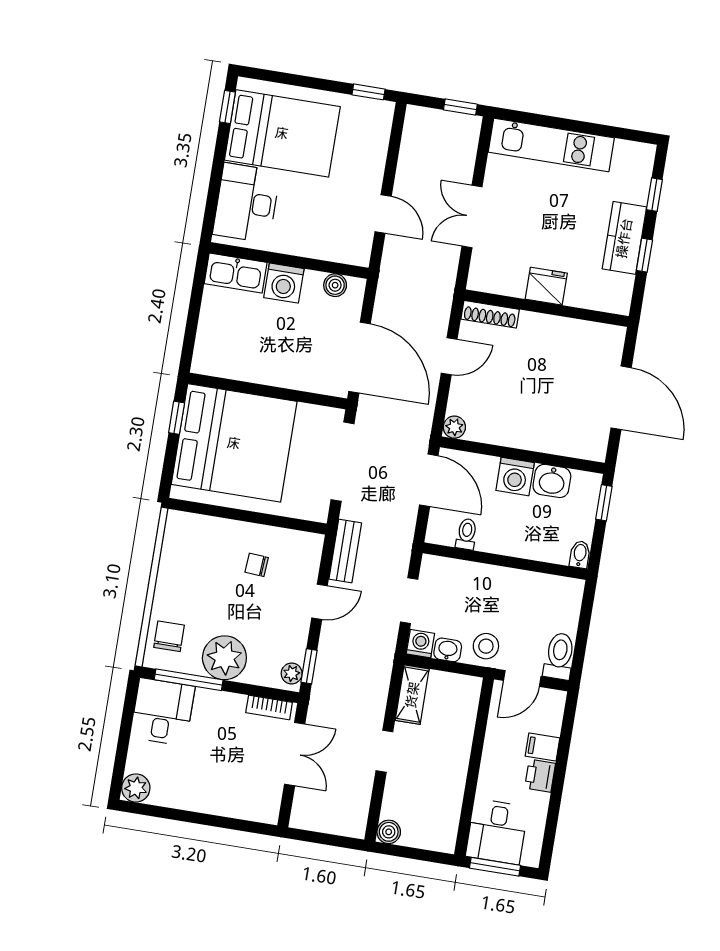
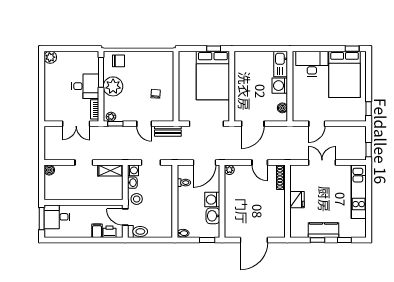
door: (360, 358) -> (253, 124), width x0.73
bed: (234, 443) -> (213, 75), width x0.73
desk: (163, 712) -> (85, 86), moved
printer: (540, 776) -> (110, 232), moved

